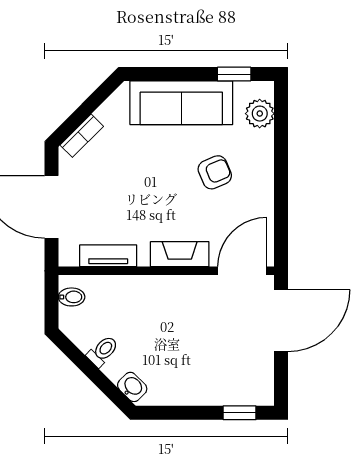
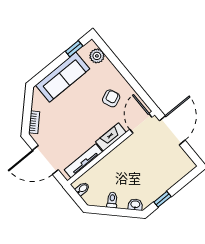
armchair: (215, 172) -> (111, 98), moved
tv unit: (108, 256) -> (83, 161), width x1.41
window: (240, 413) -> (162, 199), moved

